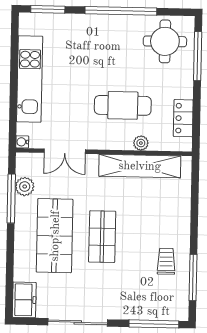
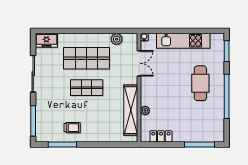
round table: (165, 41) -> (208, 124), removed
cafe table: (123, 105) -> (200, 83), moved
double door: (65, 151) -> (139, 63), swing flipped
window: (11, 199) -> (109, 31), removed

